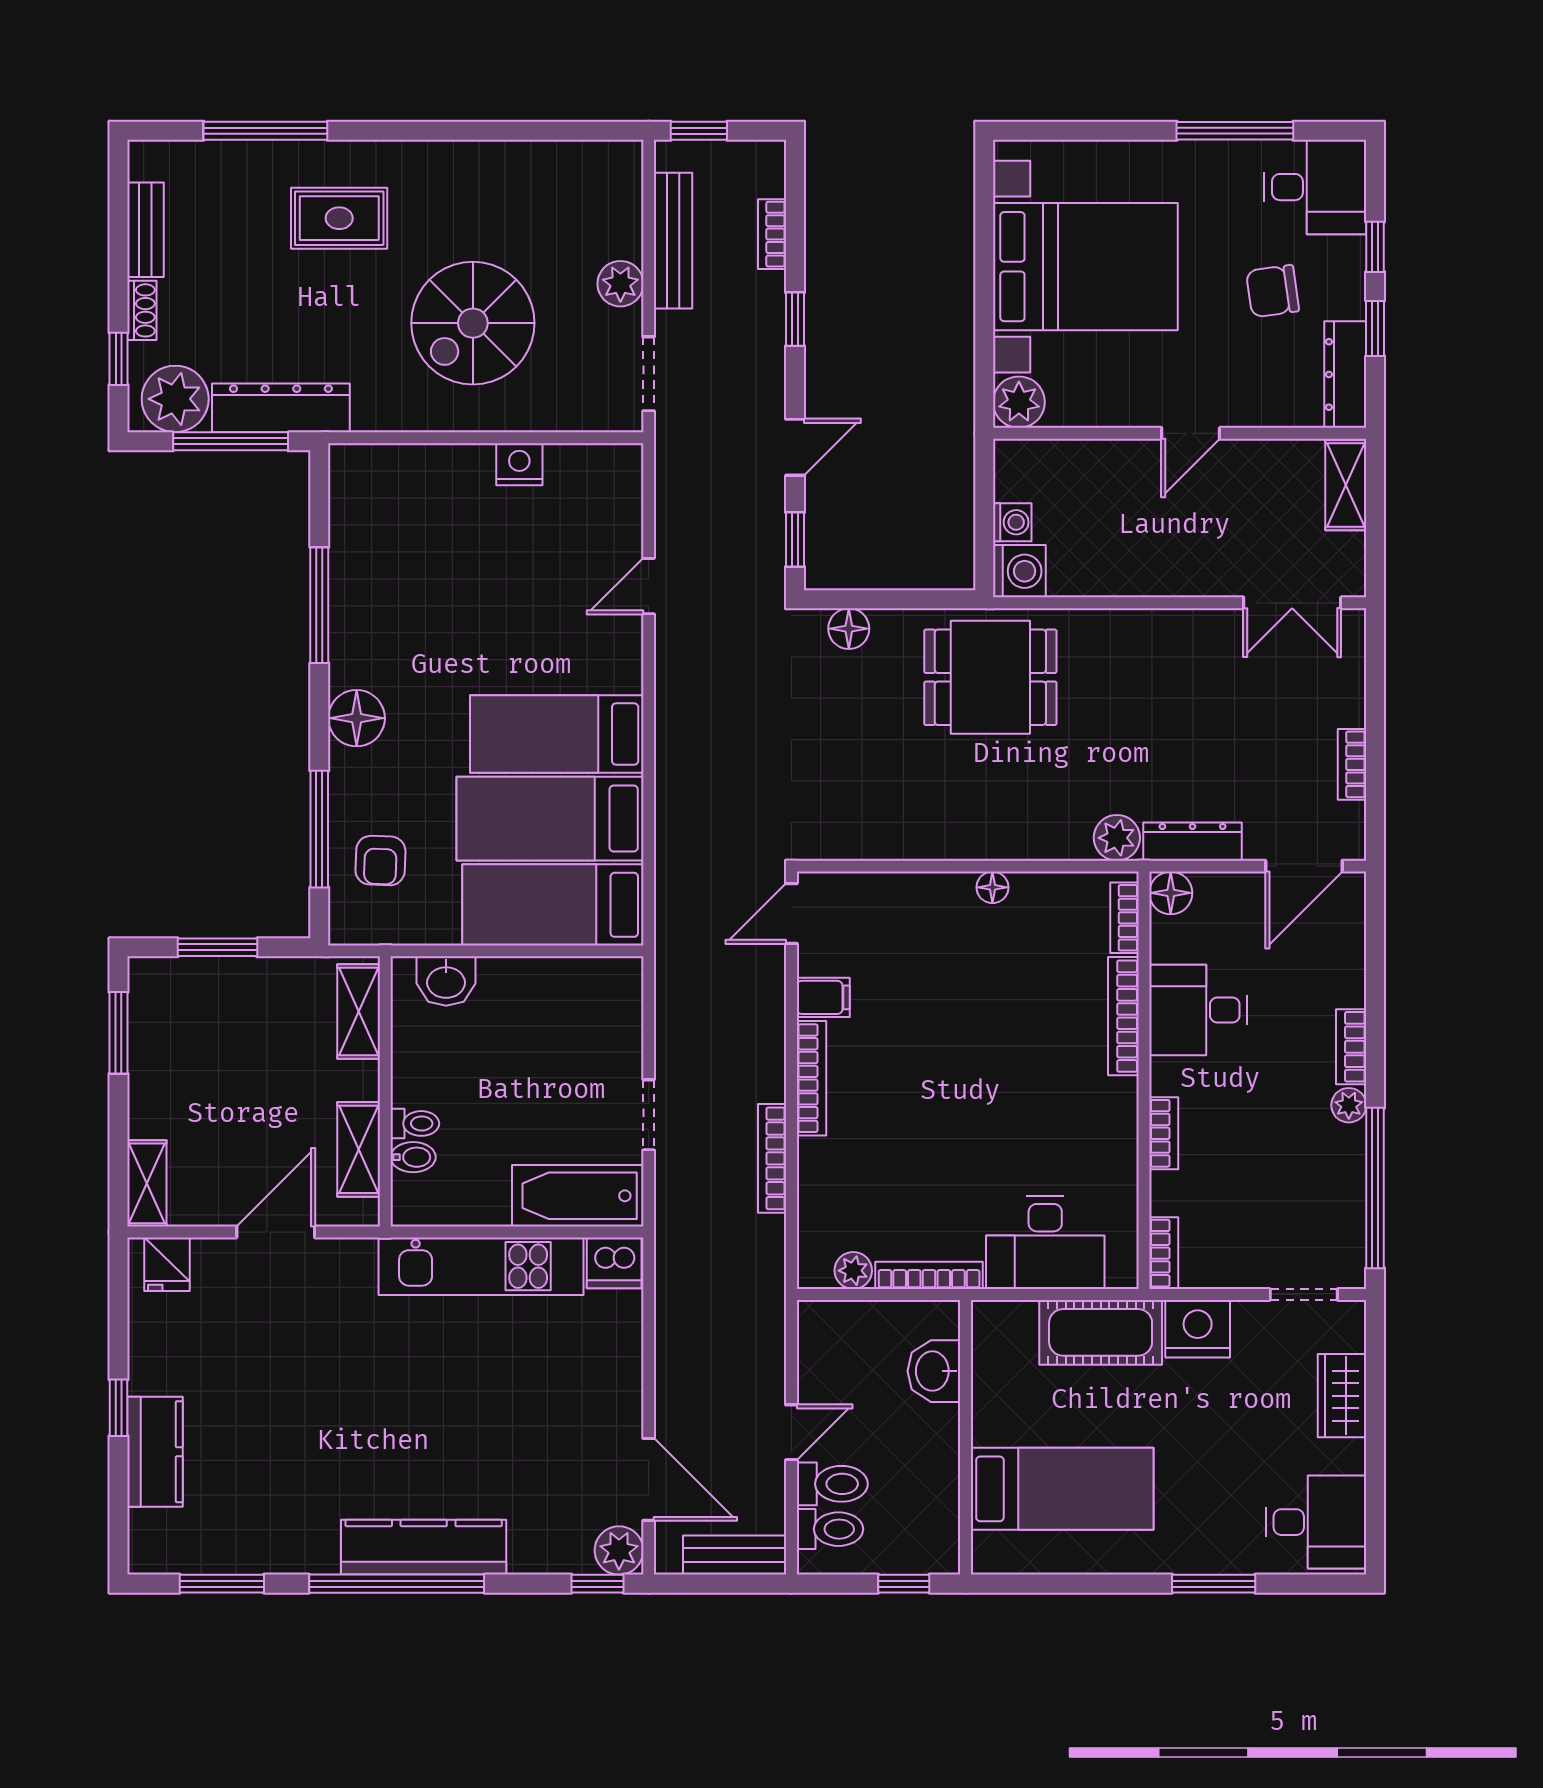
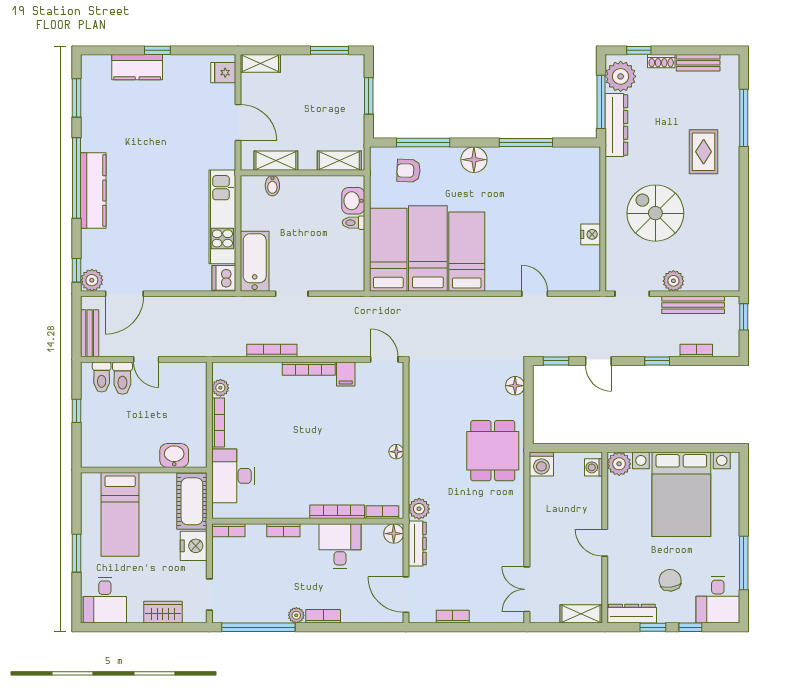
washing machine: (1012, 522) -> (594, 467), moved, turned 90
toilet: (415, 1123) -> (354, 223), moved, turned 90
washbasin: (934, 1371) -> (174, 455), moved
wall: (965, 1437) -> (144, 470), moved
bed: (1062, 1489) -> (120, 514), moved

